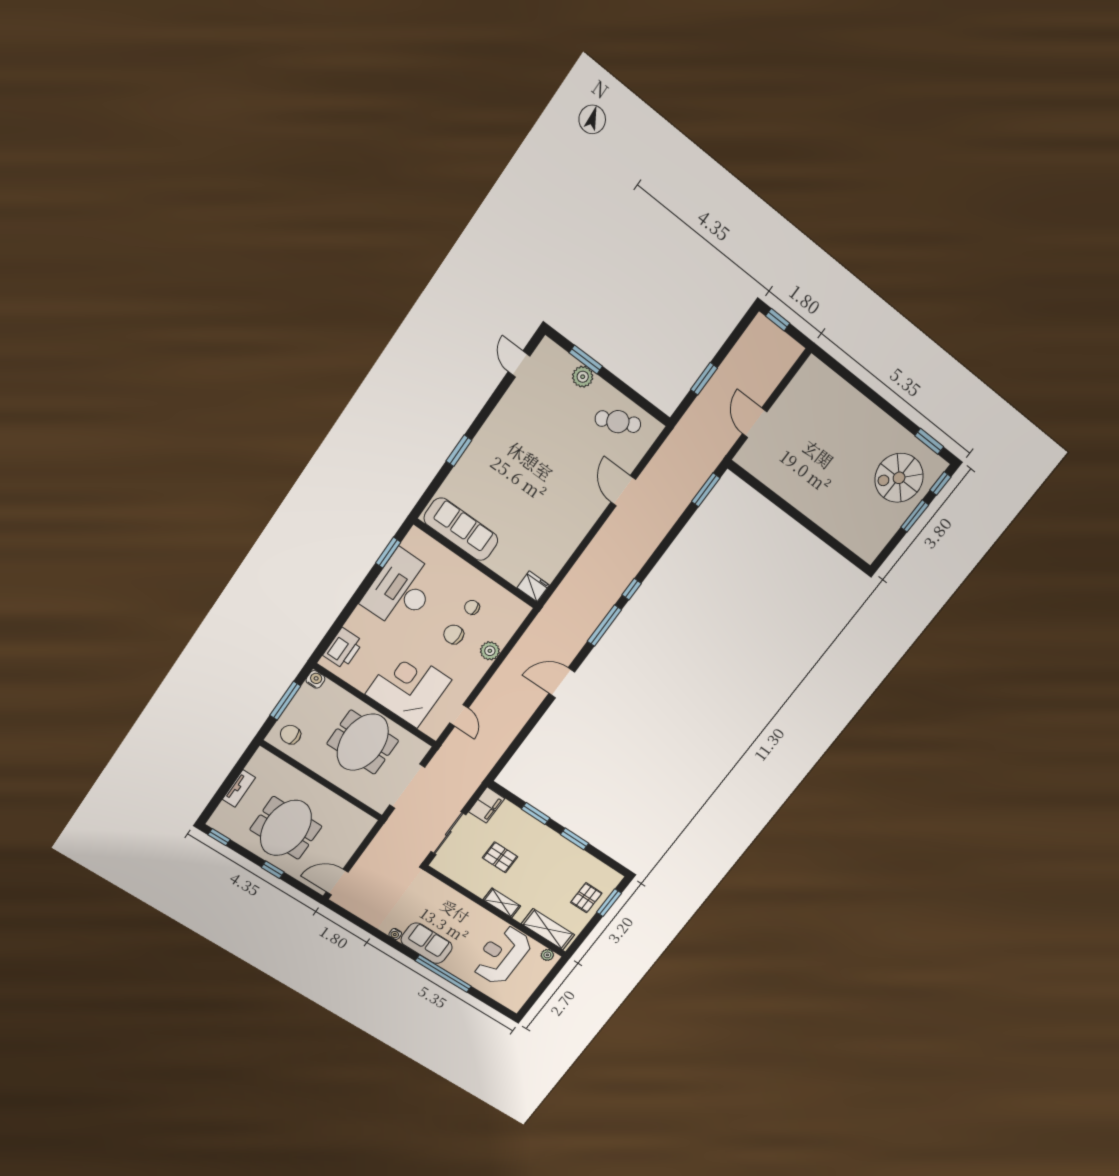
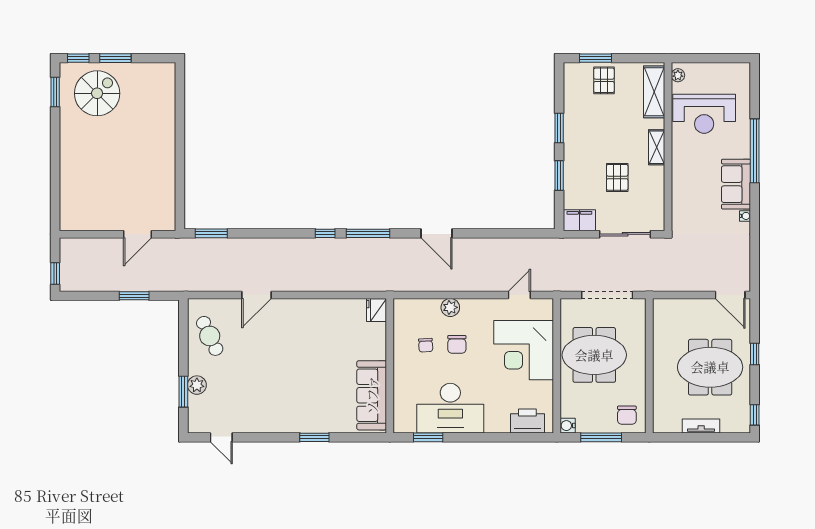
door: (519, 364) -> (221, 437), hinge flipped
spiral stairs: (899, 478) -> (97, 93), turned -90
pallet: (586, 898) -> (604, 80), turned 90

